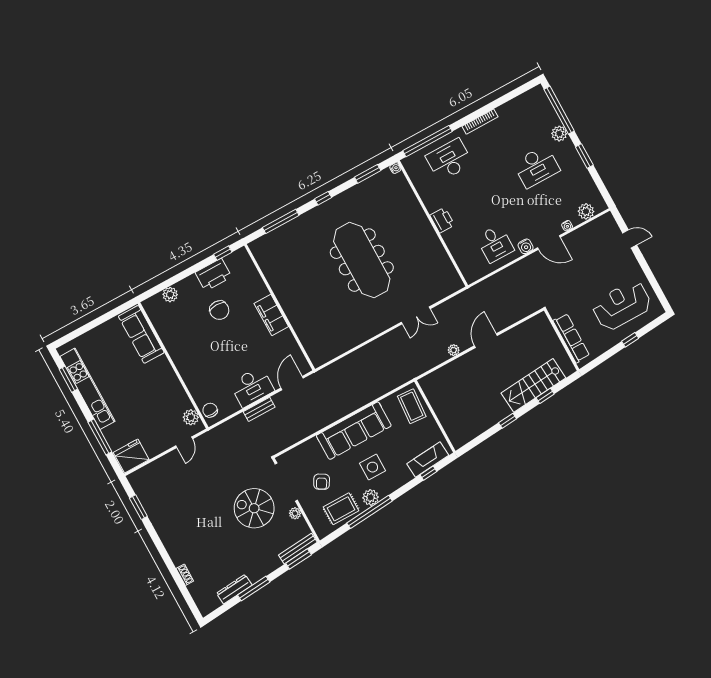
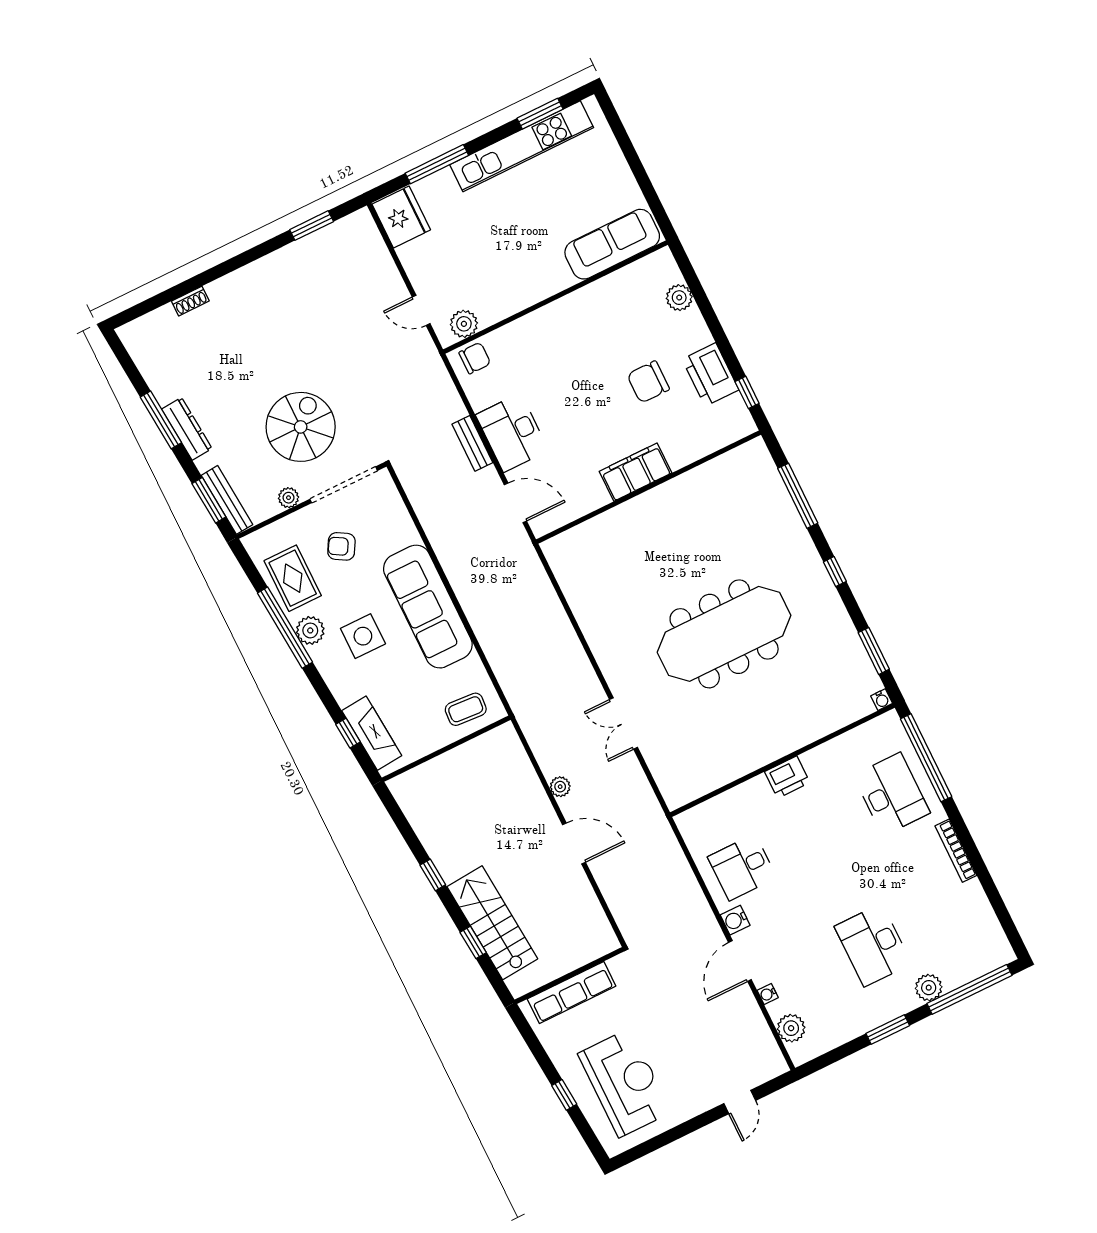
coffee table: (412, 406) -> (466, 709), width x0.73, depth x0.77
dresser: (234, 589) -> (187, 429), moved

